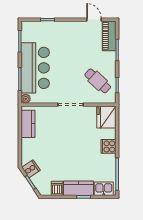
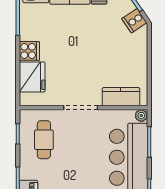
cafe table: (98, 81) -> (44, 140), turned 48
fridge: (106, 117) -> (32, 77), moved
kitchen counter: (28, 124) -> (121, 97), moved, turned 90

